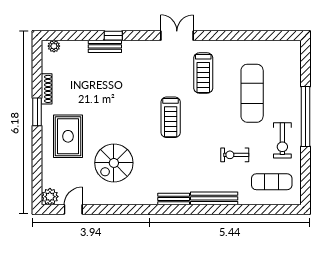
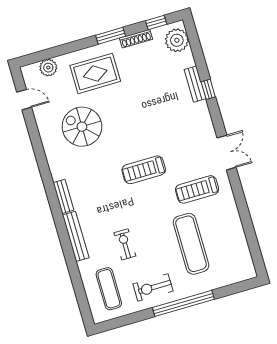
plant: (54, 46) -> (177, 40), width x1.88, depth x1.88
window: (37, 66) -> (156, 22), added
exercise mat: (252, 93) -> (191, 244), turned 90
plant: (50, 197) -> (48, 68), moved

